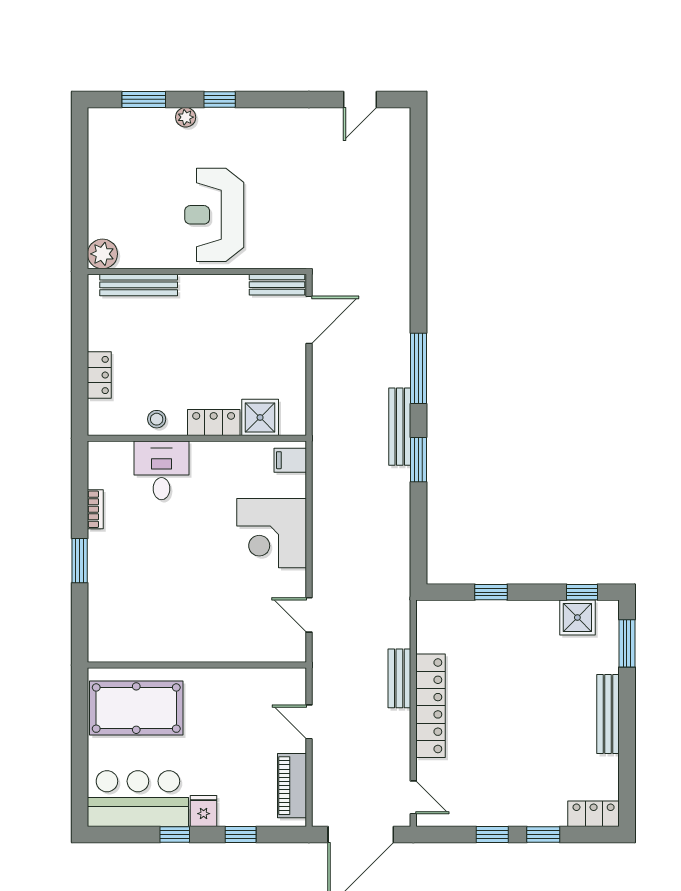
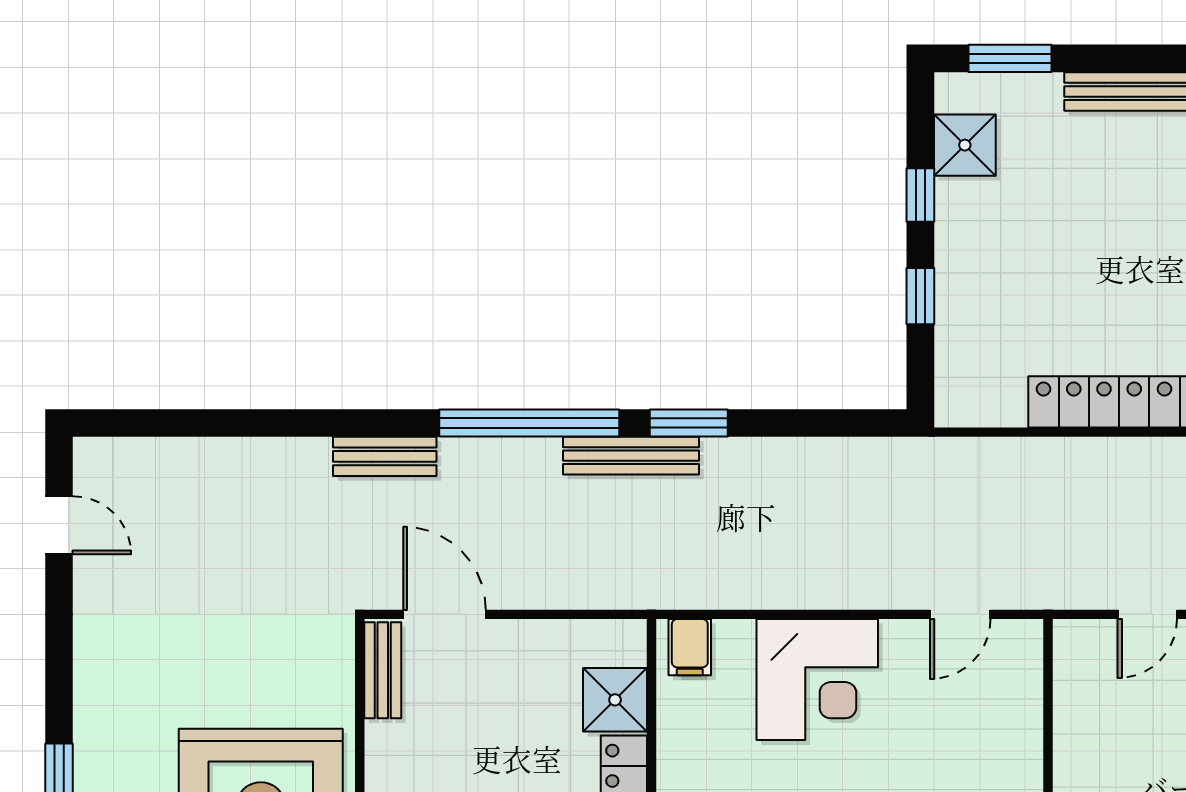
window: (418, 368) -> (529, 423), width x1.46
window: (582, 592) -> (920, 195), moved
bench: (399, 678) -> (385, 456), moved

